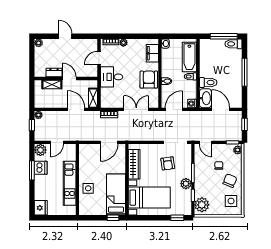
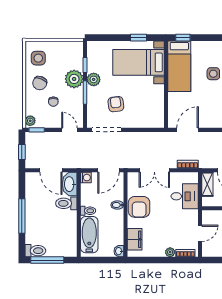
desk: (112, 77) -> (185, 196), moved
wardrobe: (134, 164) -> (157, 103), removed
plant: (202, 205) -> (74, 79), moved
window: (177, 218) -> (139, 38), moved

